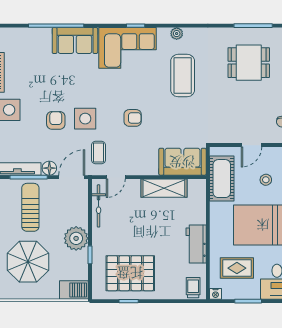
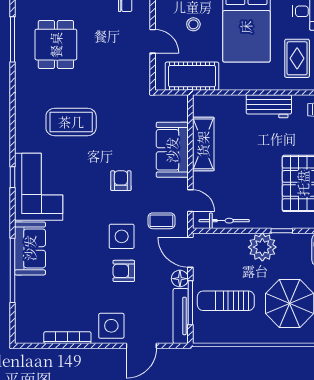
plant: (177, 34) -> (22, 129), removed
sofa: (182, 162) -> (172, 150), moved

